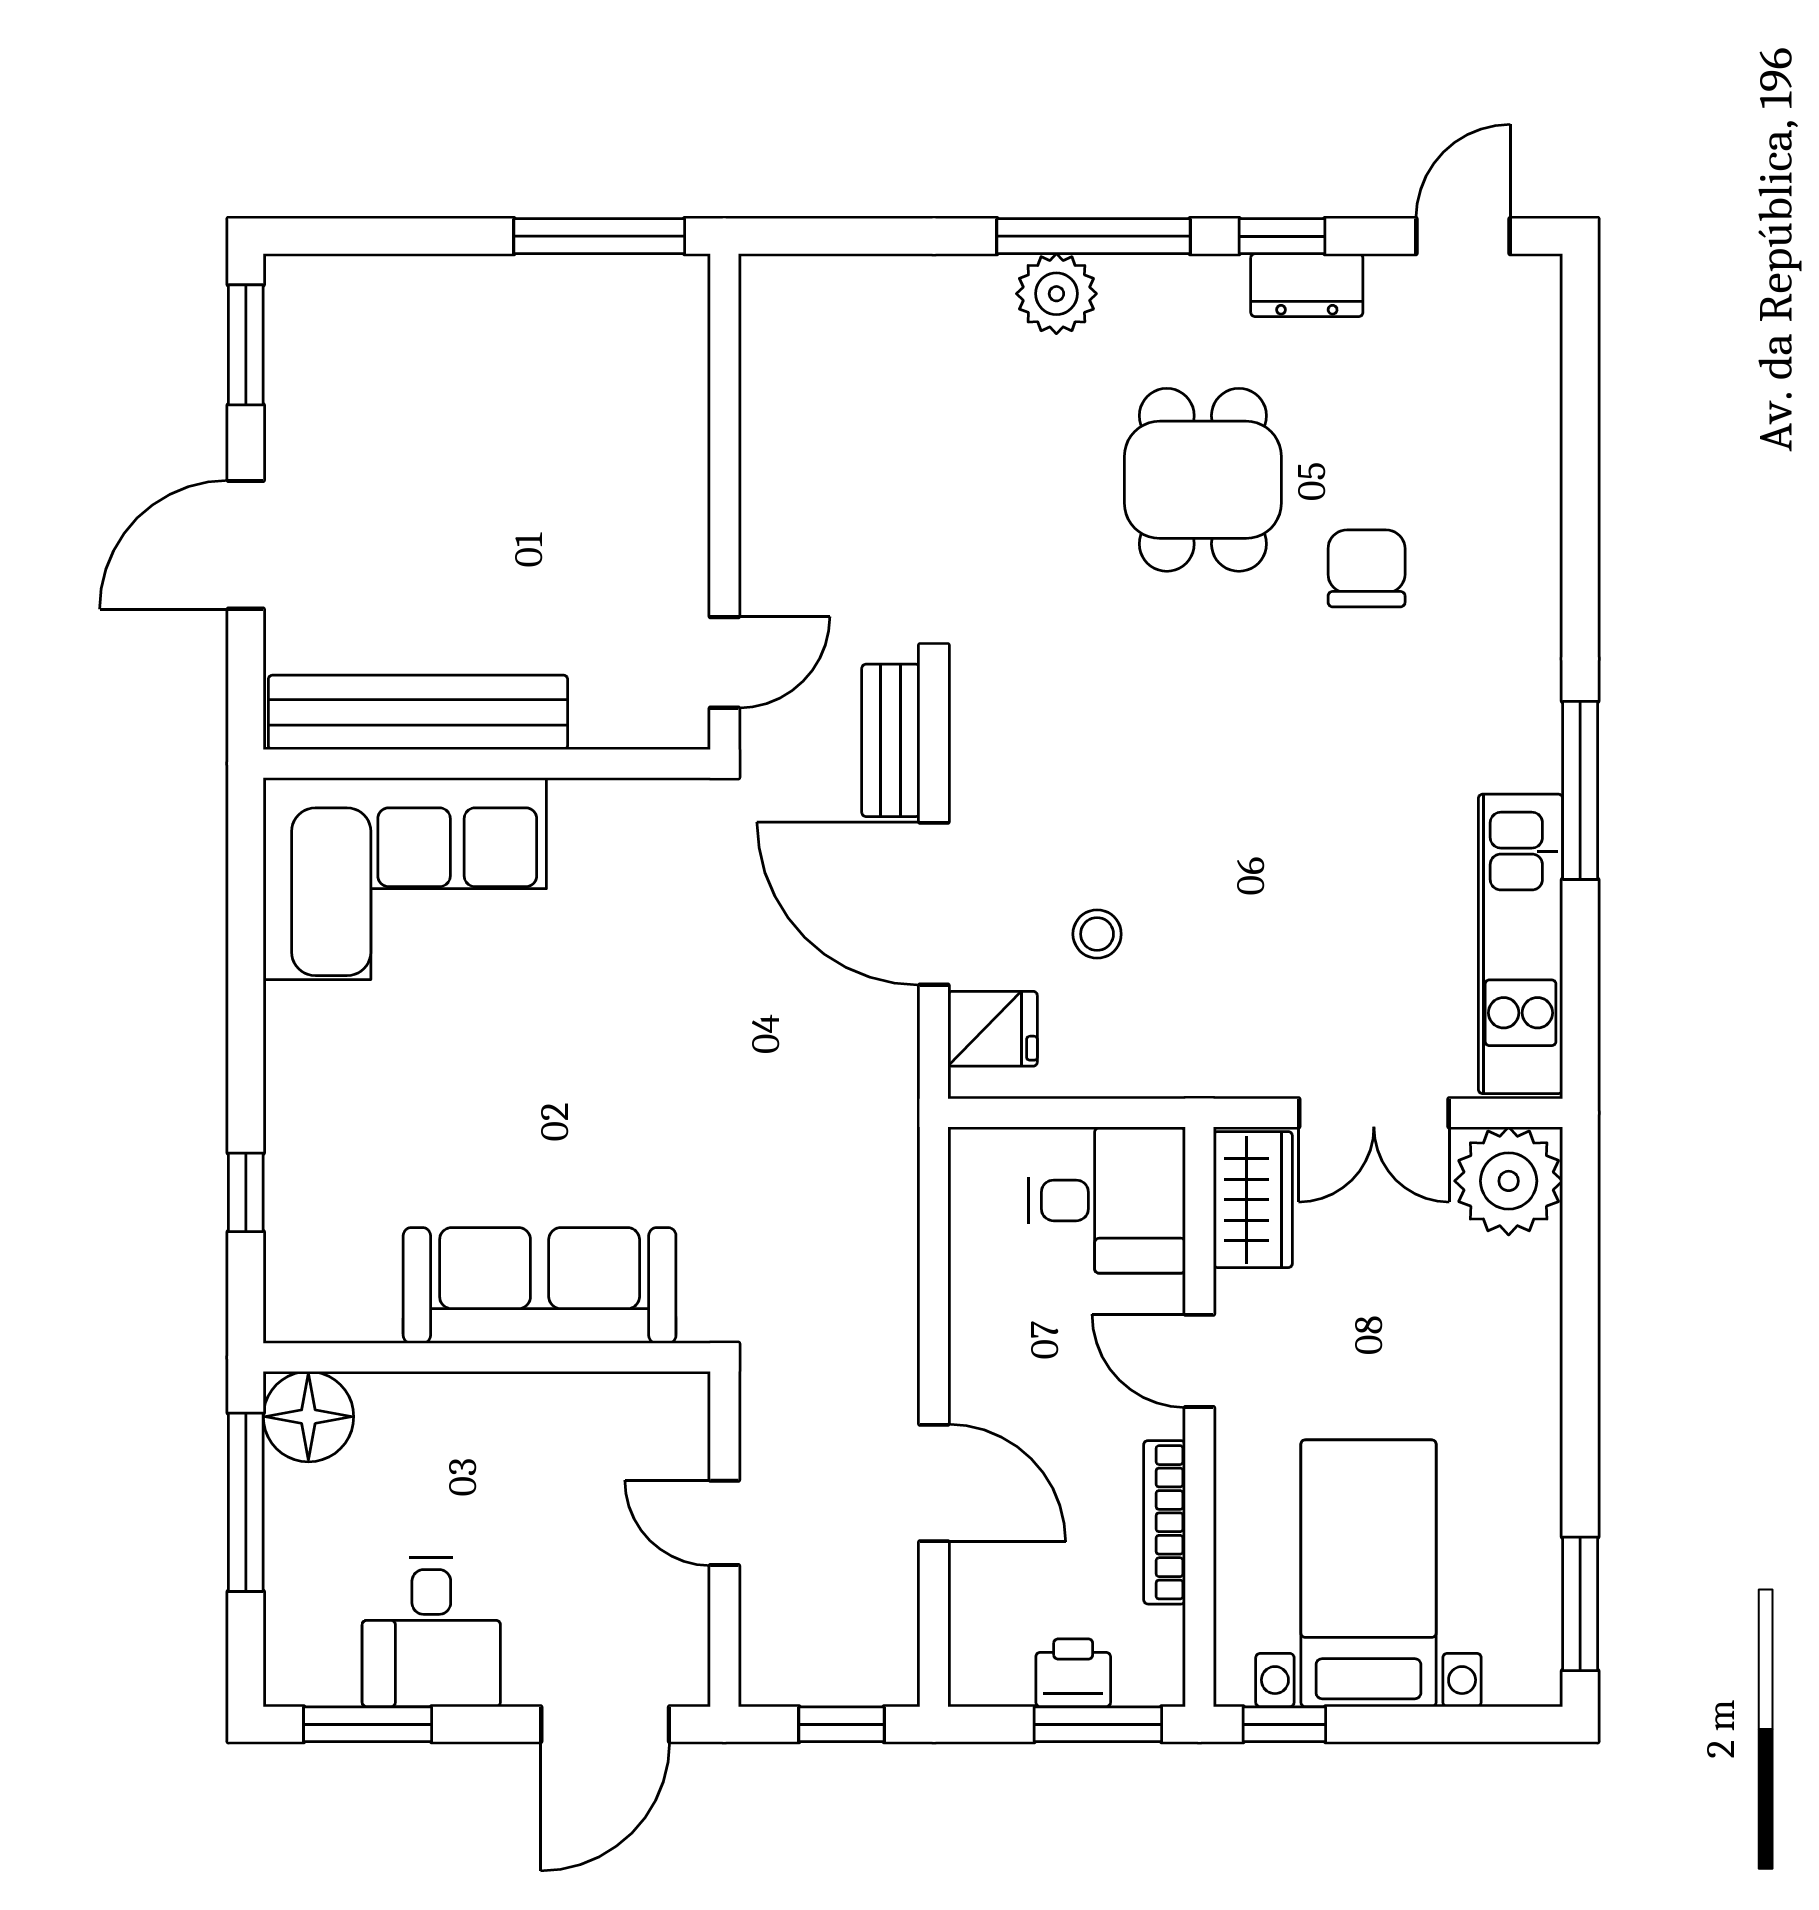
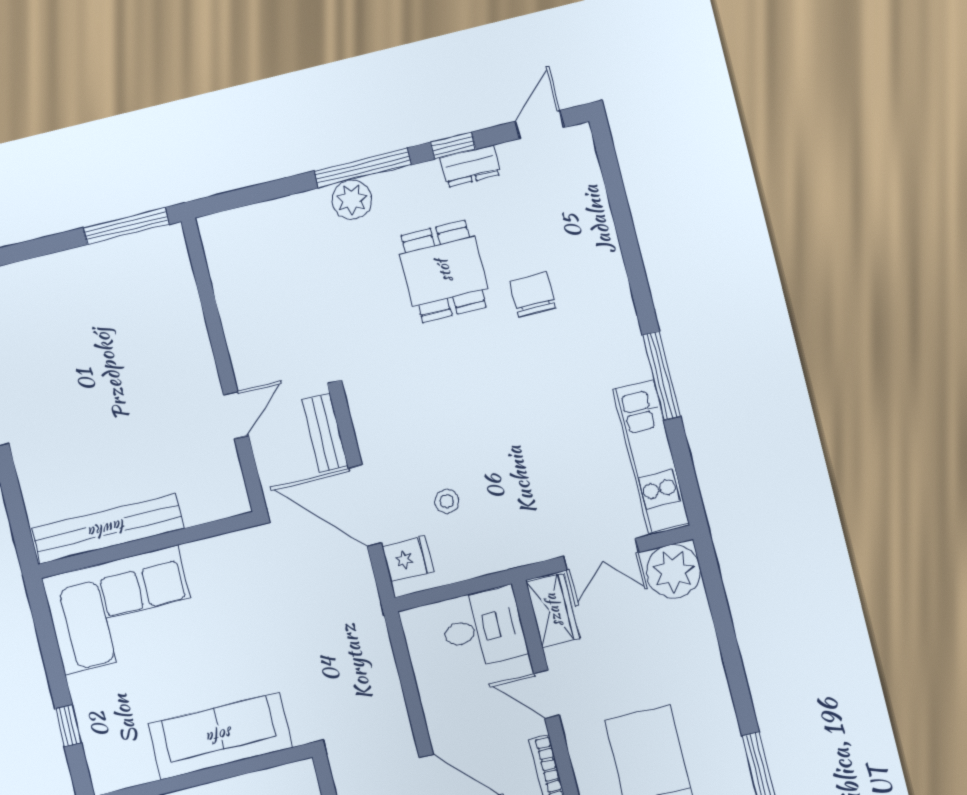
bench: (418, 712) -> (108, 529), moved
wall: (487, 764) -> (147, 545), moved
corner sofa: (405, 879) -> (121, 610), moved

